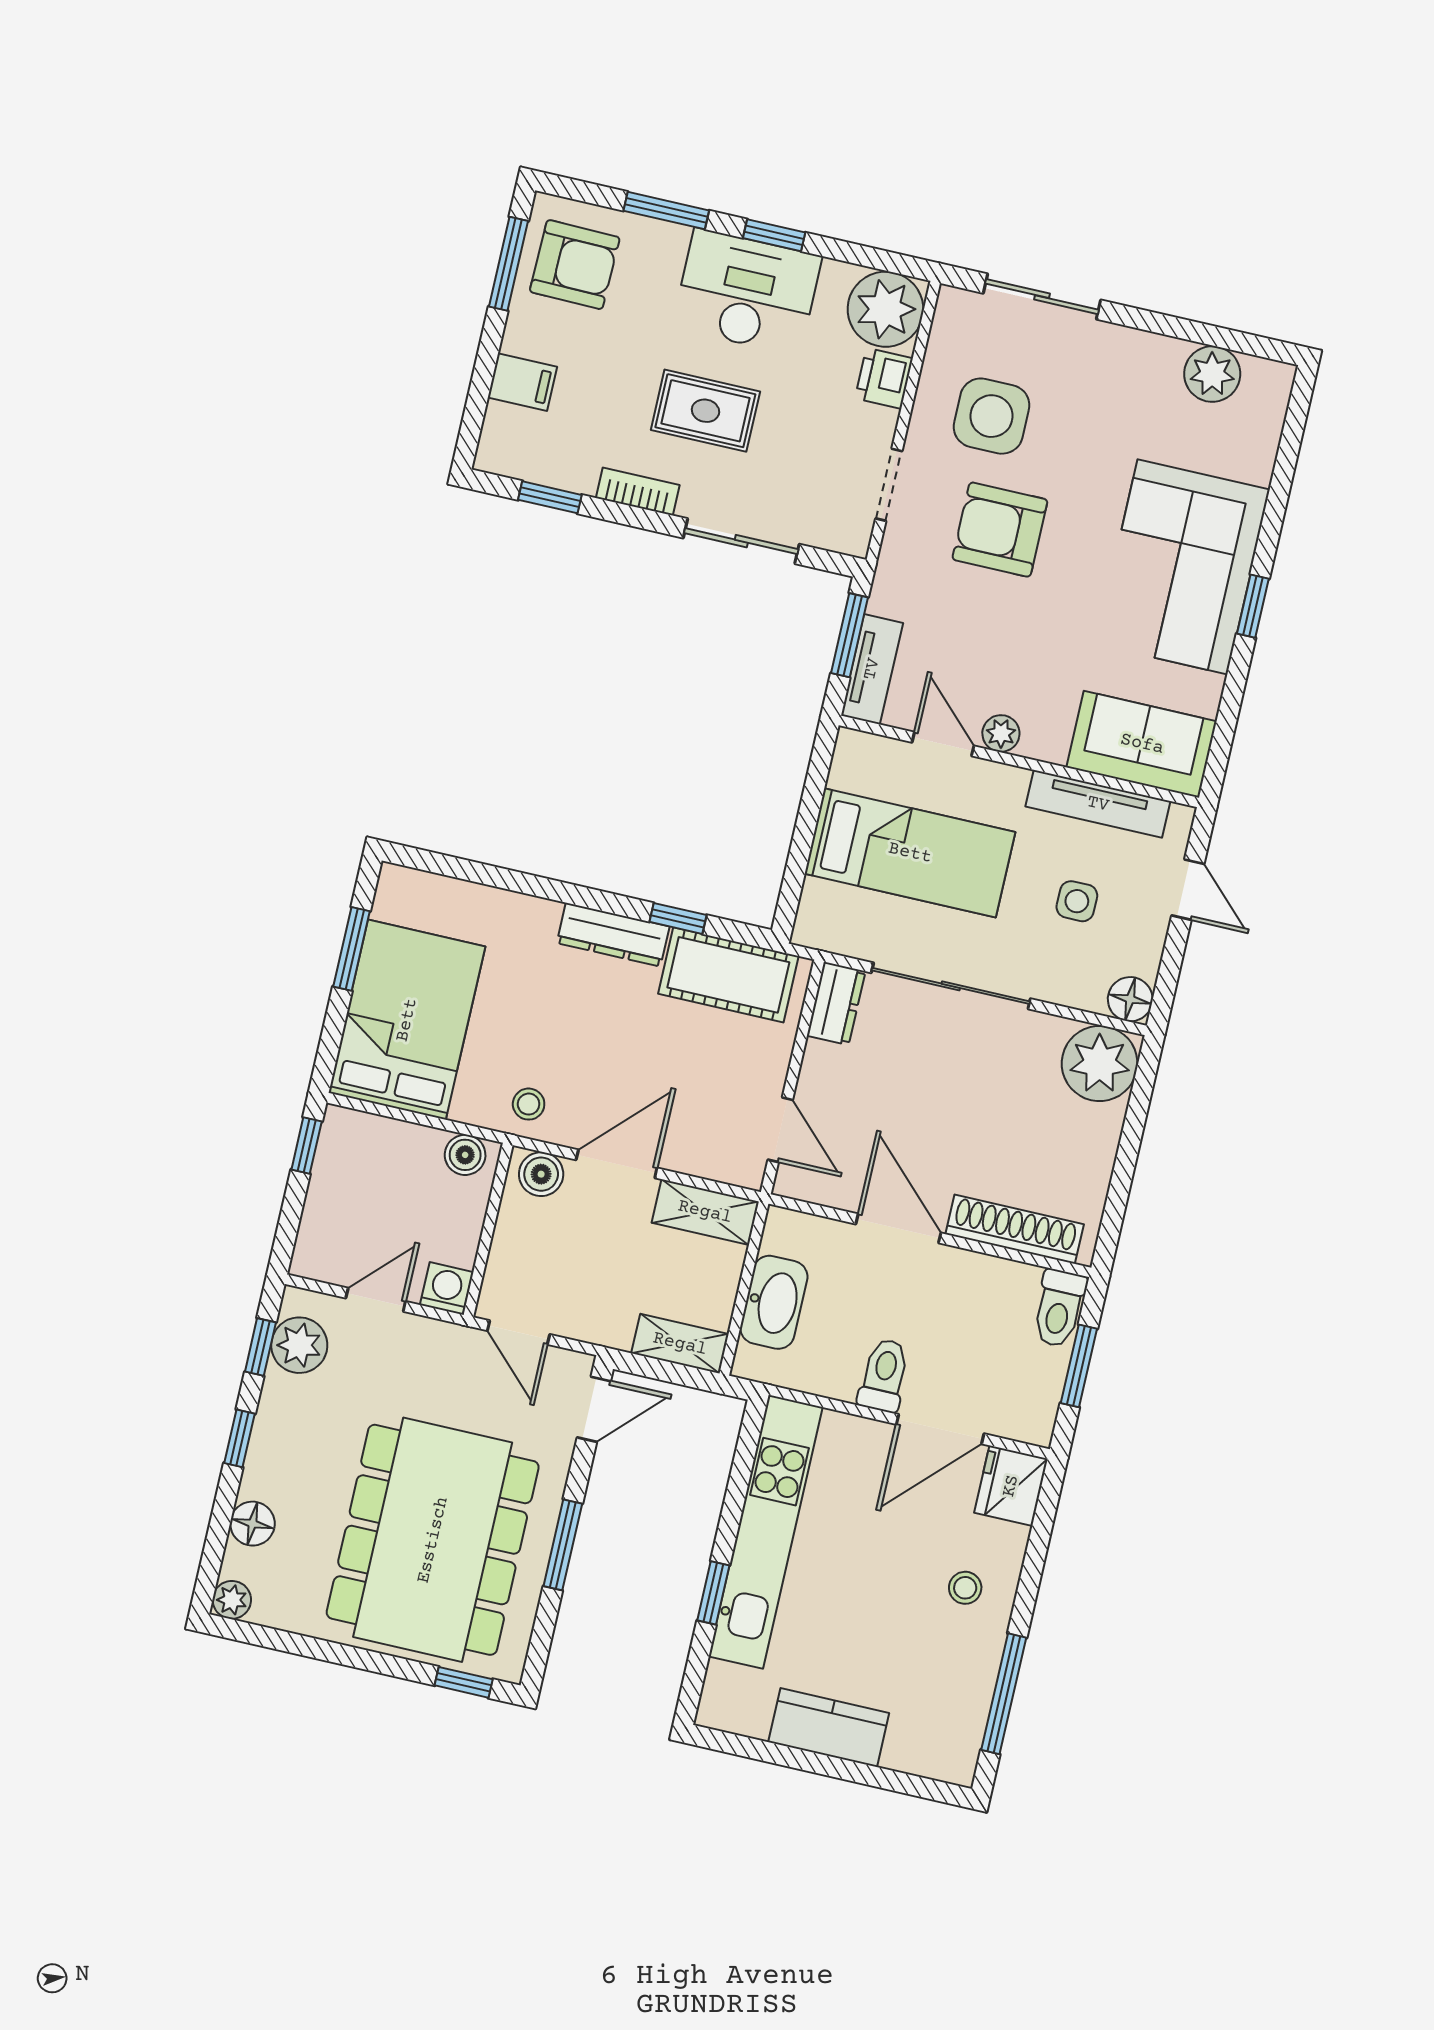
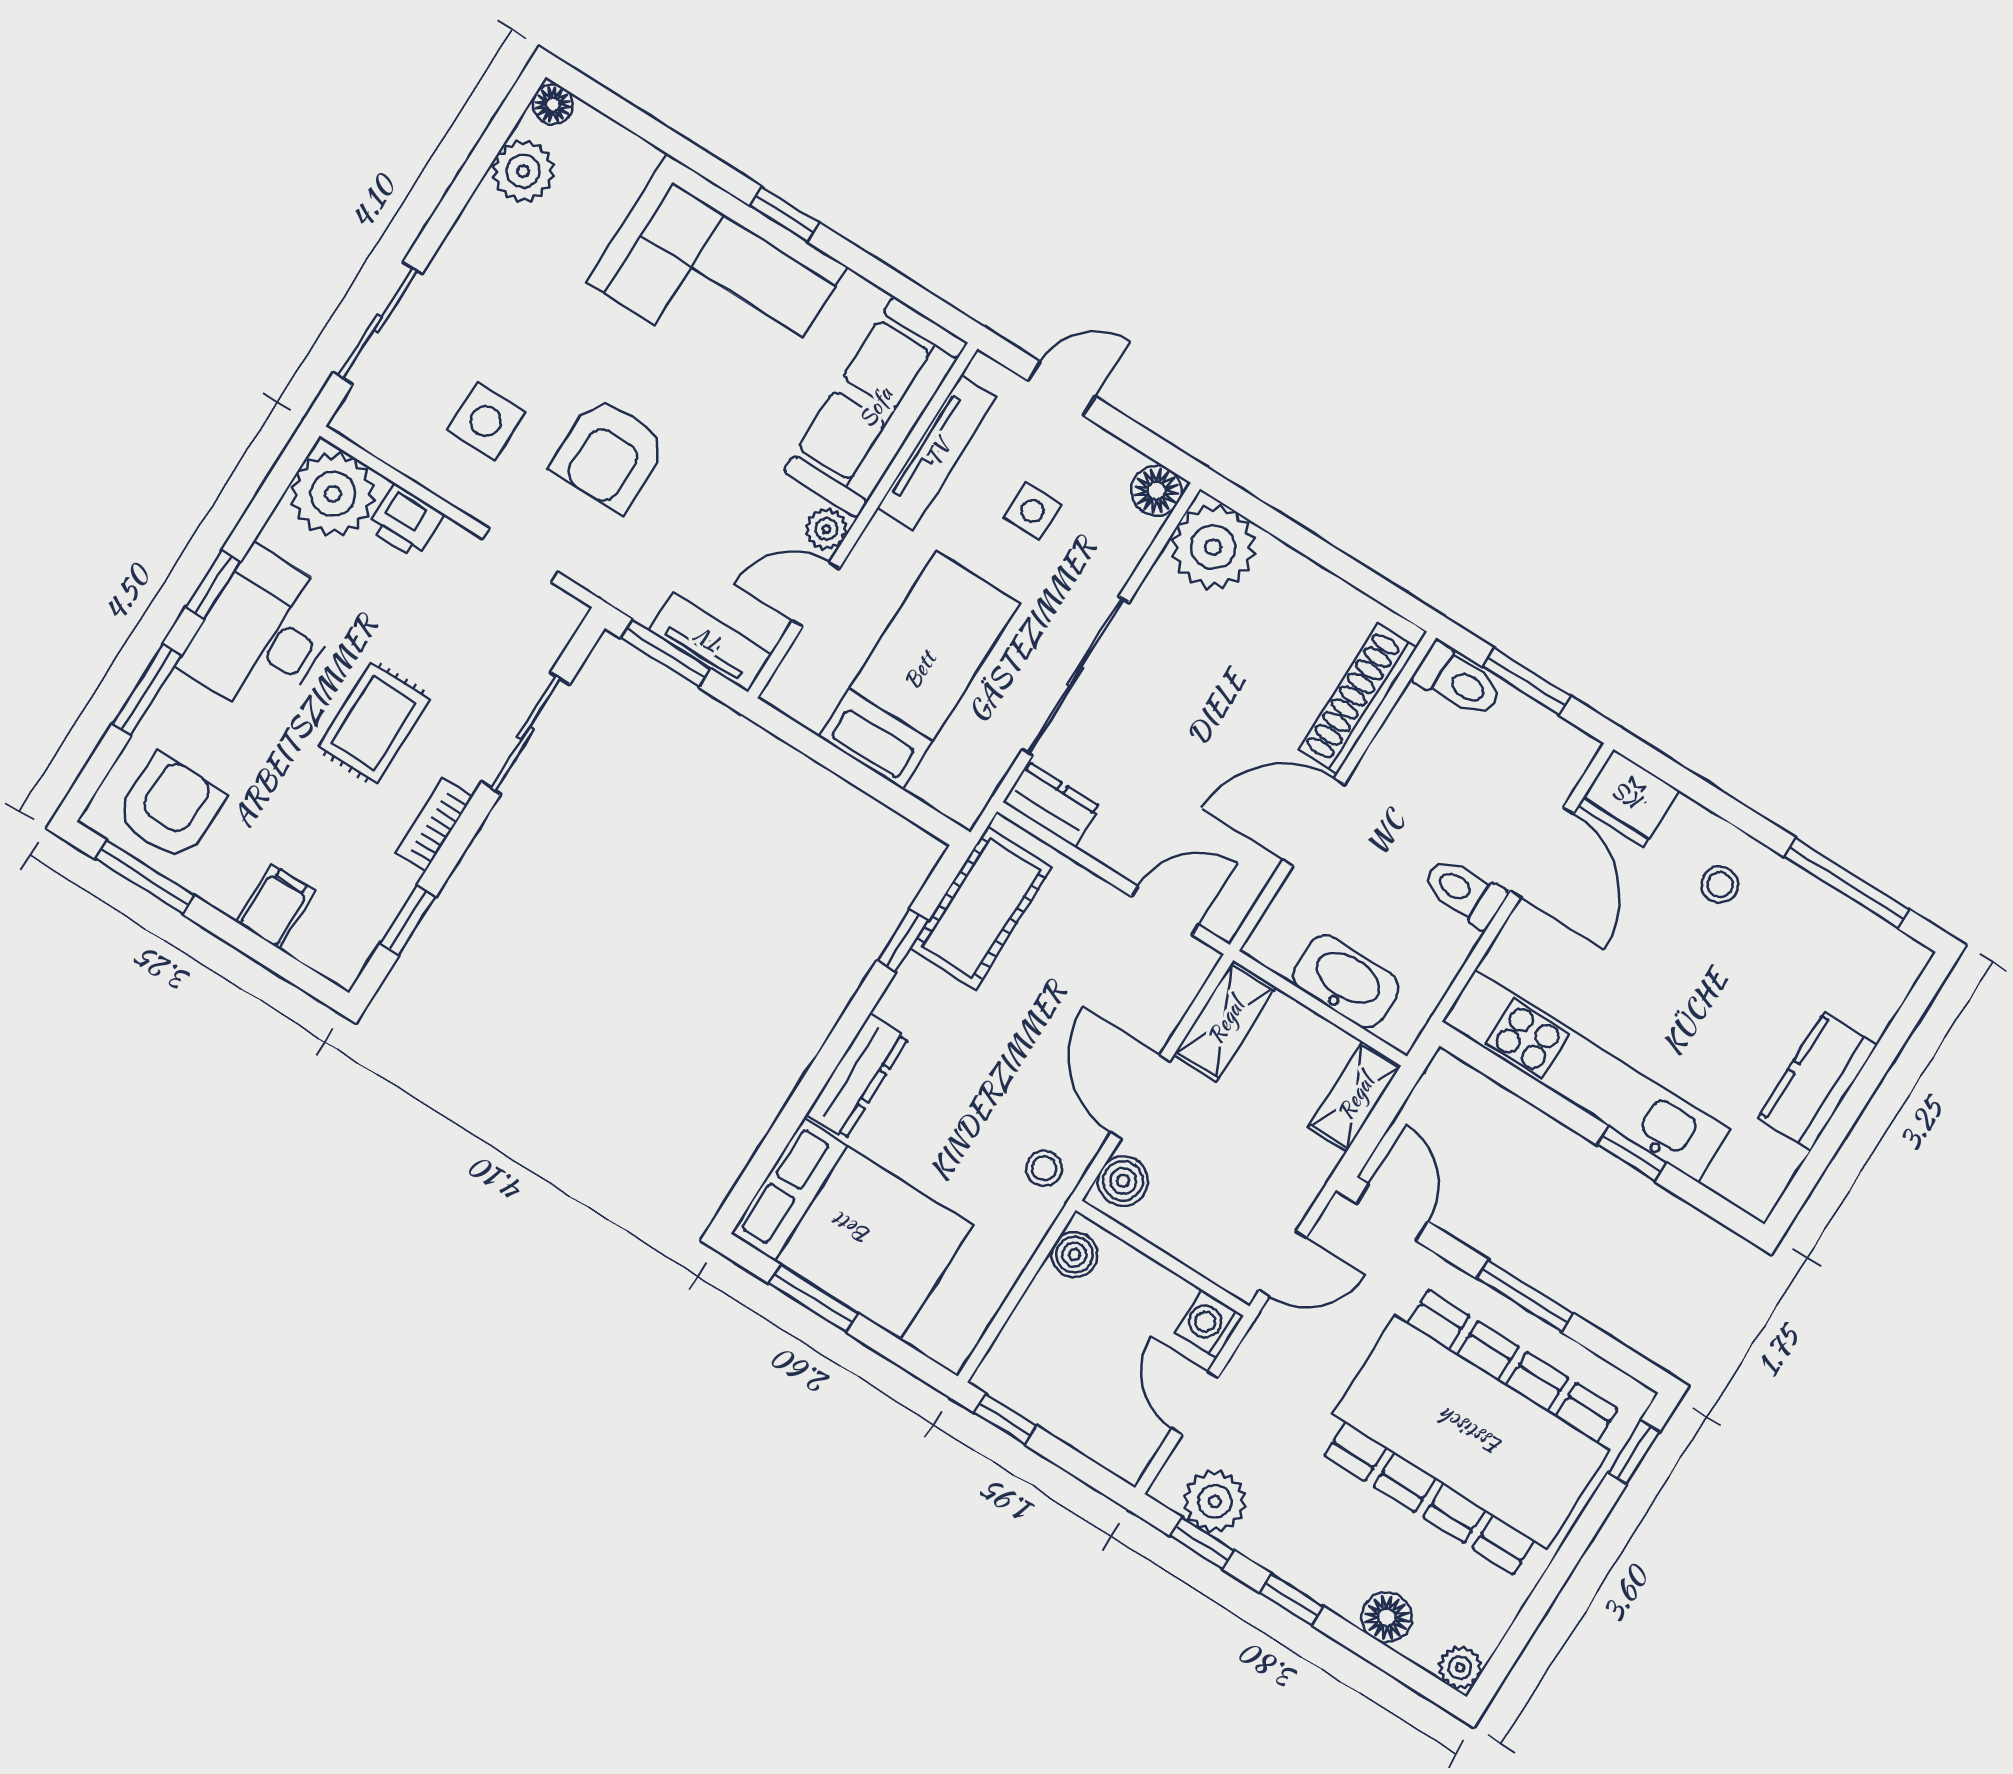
floor lamp: (1277, 379) -> (553, 105), added
side table: (991, 416) -> (486, 421), width x0.73, depth x0.73
sofa: (1142, 744) -> (875, 407), width x1.36
dresser: (613, 935) -> (858, 1076), moved
bed: (407, 1020) -> (852, 1229), moved, turned 180

